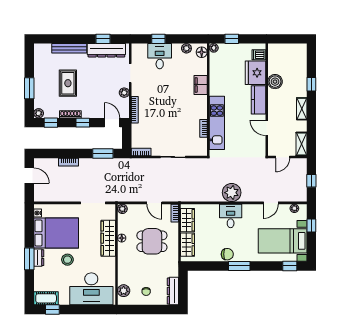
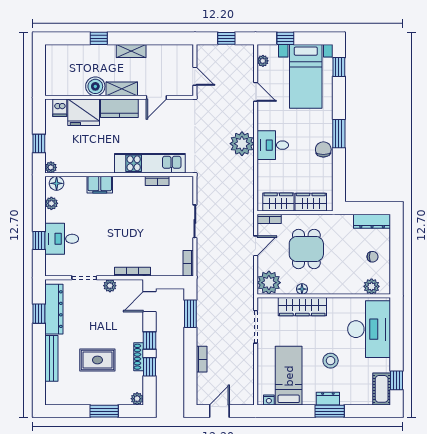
window: (51, 123) -> (149, 367), moved
shelving: (301, 144) -> (122, 89), moved
plant: (122, 209) -> (269, 283), width x1.88, depth x1.88
bed: (56, 233) -> (289, 376), width x0.67

